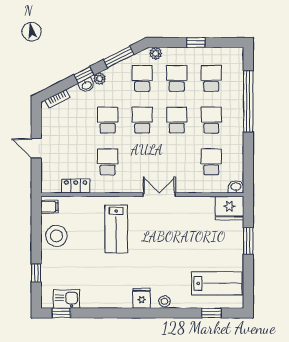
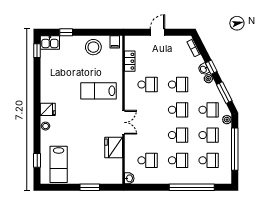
window: (196, 43) -> (235, 149), width x3.17
fridge: (229, 208) -> (114, 147), moved
kitchen sink: (66, 299) -> (50, 43), moved, turned 90

